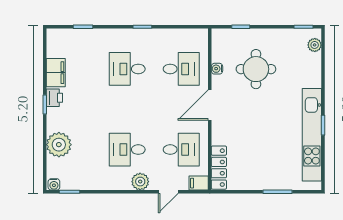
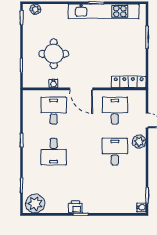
filing cabinet: (56, 73) -> (56, 206), removed
plant: (59, 145) -> (35, 204), moved
desk: (127, 150) -> (115, 152), turned 180
filing cabinet: (199, 183) -> (140, 97), removed

